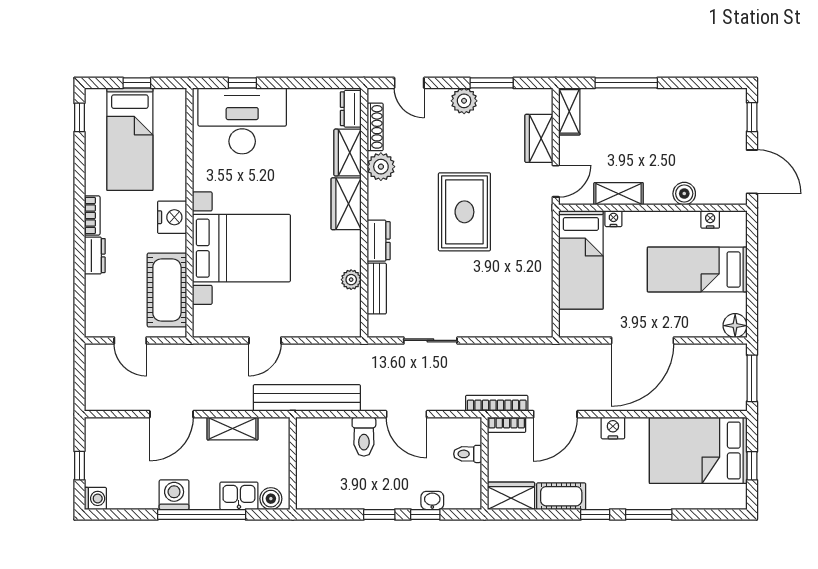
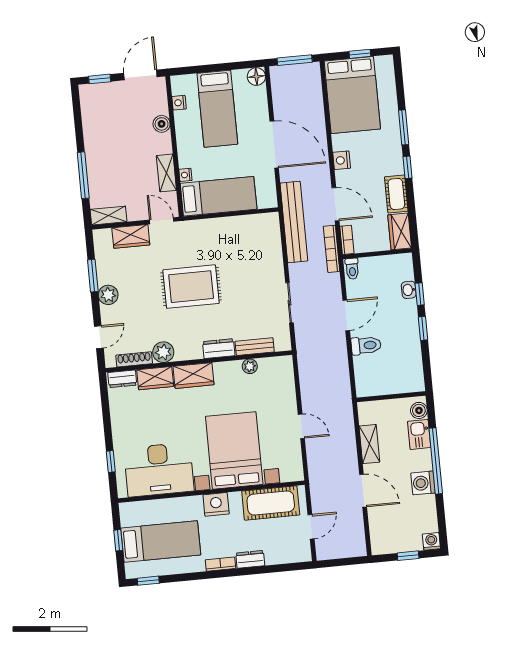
desk: (242, 121) -> (159, 470), moved, turned -90
bench: (307, 398) -> (294, 222), moved
toilet: (468, 454) -> (352, 269), moved

